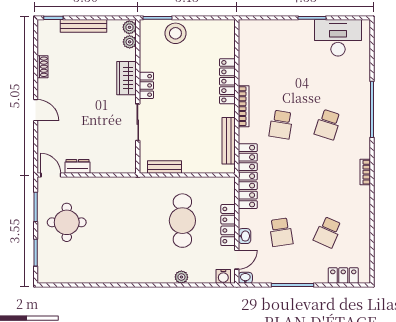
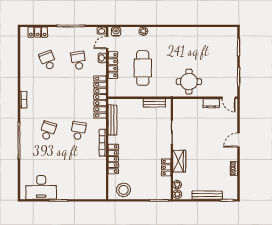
stool: (175, 33) -> (124, 190), moved
locker: (146, 85) -> (166, 167), moved
door: (36, 110) -> (239, 140), hinge flipped
round table: (67, 222) -> (189, 82), moved
school desk: (328, 232) -> (48, 60), turned -45

